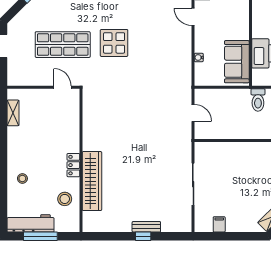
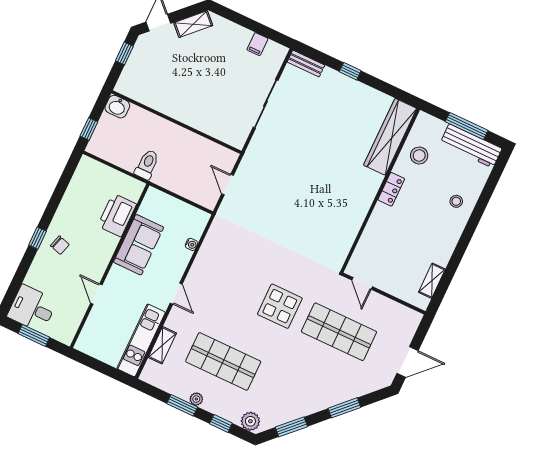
sofa: (237, 62) -> (139, 245), moved
wardrobe: (92, 181) -> (390, 137), moved
bench: (146, 227) -> (306, 64), moved

